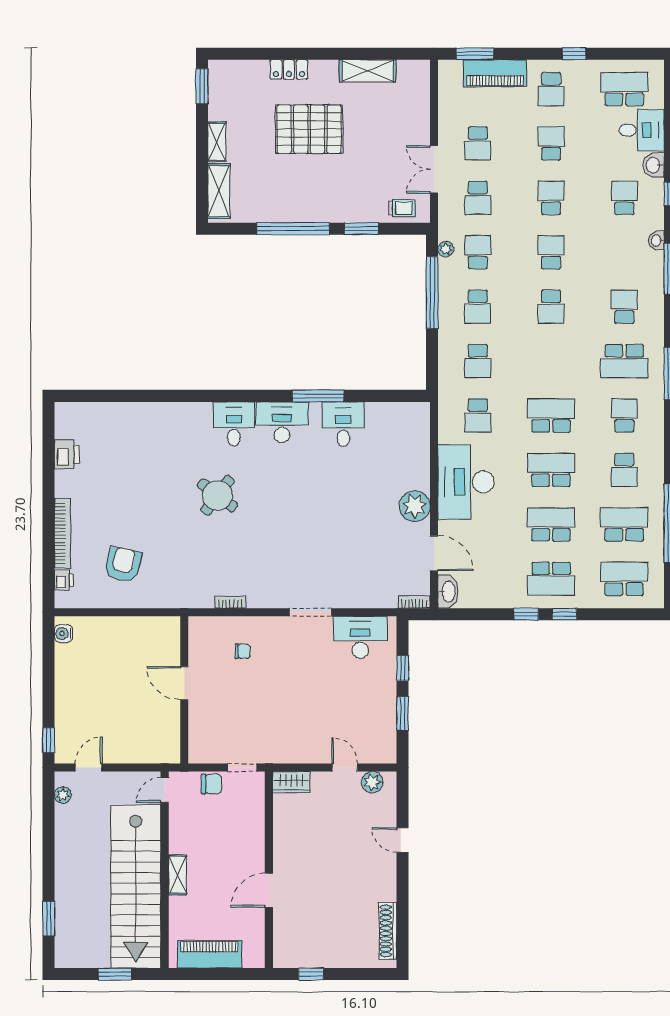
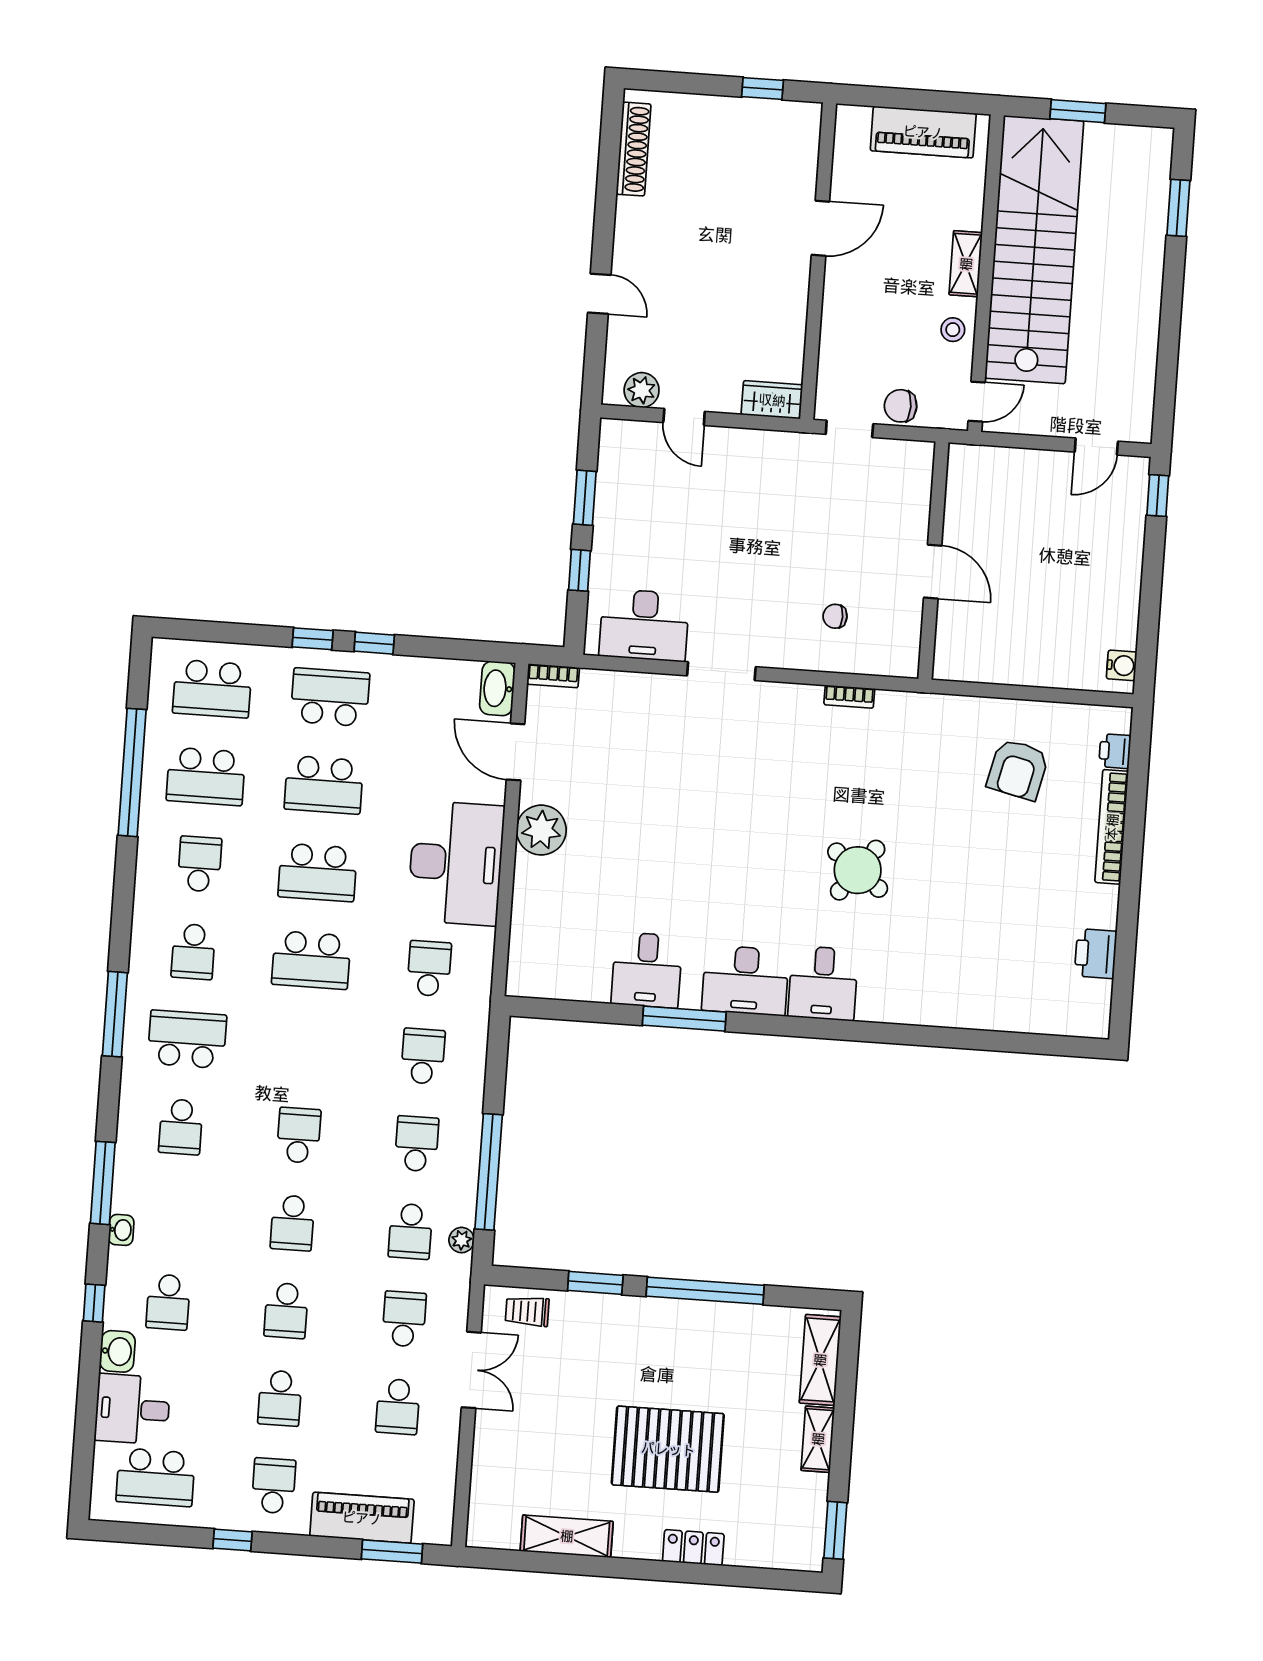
school desk: (478, 143) -> (398, 1407), turned 180
plant: (63, 795) -> (1141, 405), removed
stool: (183, 833) -> (953, 330), added

